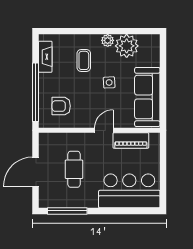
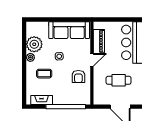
armchair: (61, 106) -> (78, 77), moved
door: (104, 130) -> (92, 60), swing flipped

